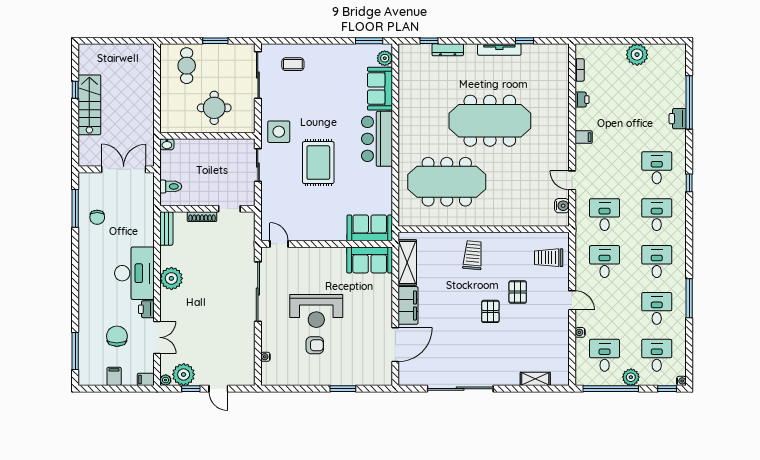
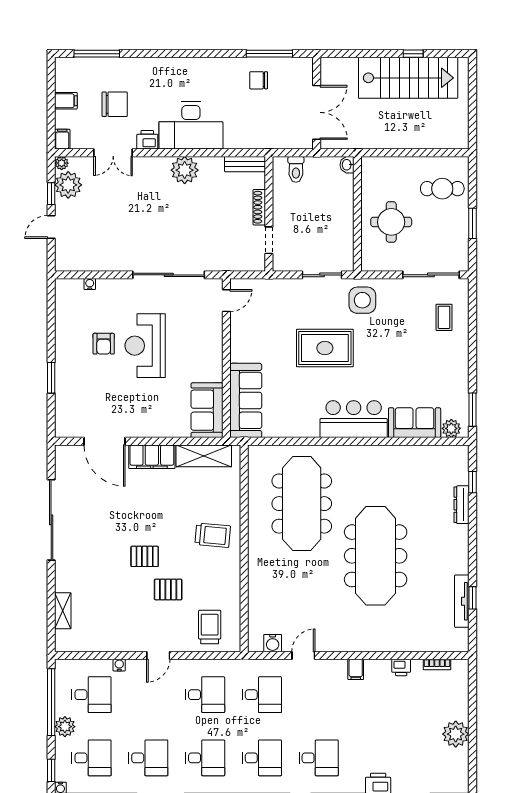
tv unit: (499, 49) -> (462, 601), moved
stairs: (89, 105) -> (408, 78), width x1.36, depth x1.51
sofa: (370, 228) -> (246, 400), width x1.36

